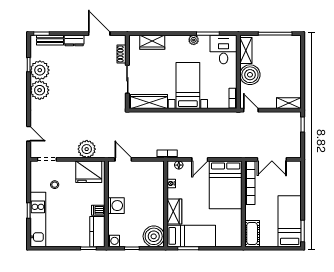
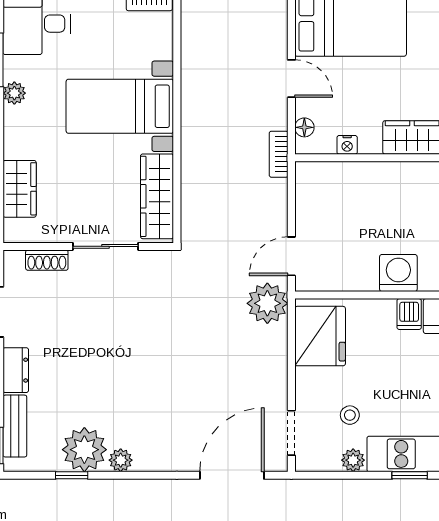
plant: (40, 90) -> (121, 460), width x0.53, depth x0.53
door: (29, 134) -> (232, 475), width x1.87
plant: (87, 149) -> (267, 303), moved
plant: (35, 186) -> (353, 460), added

